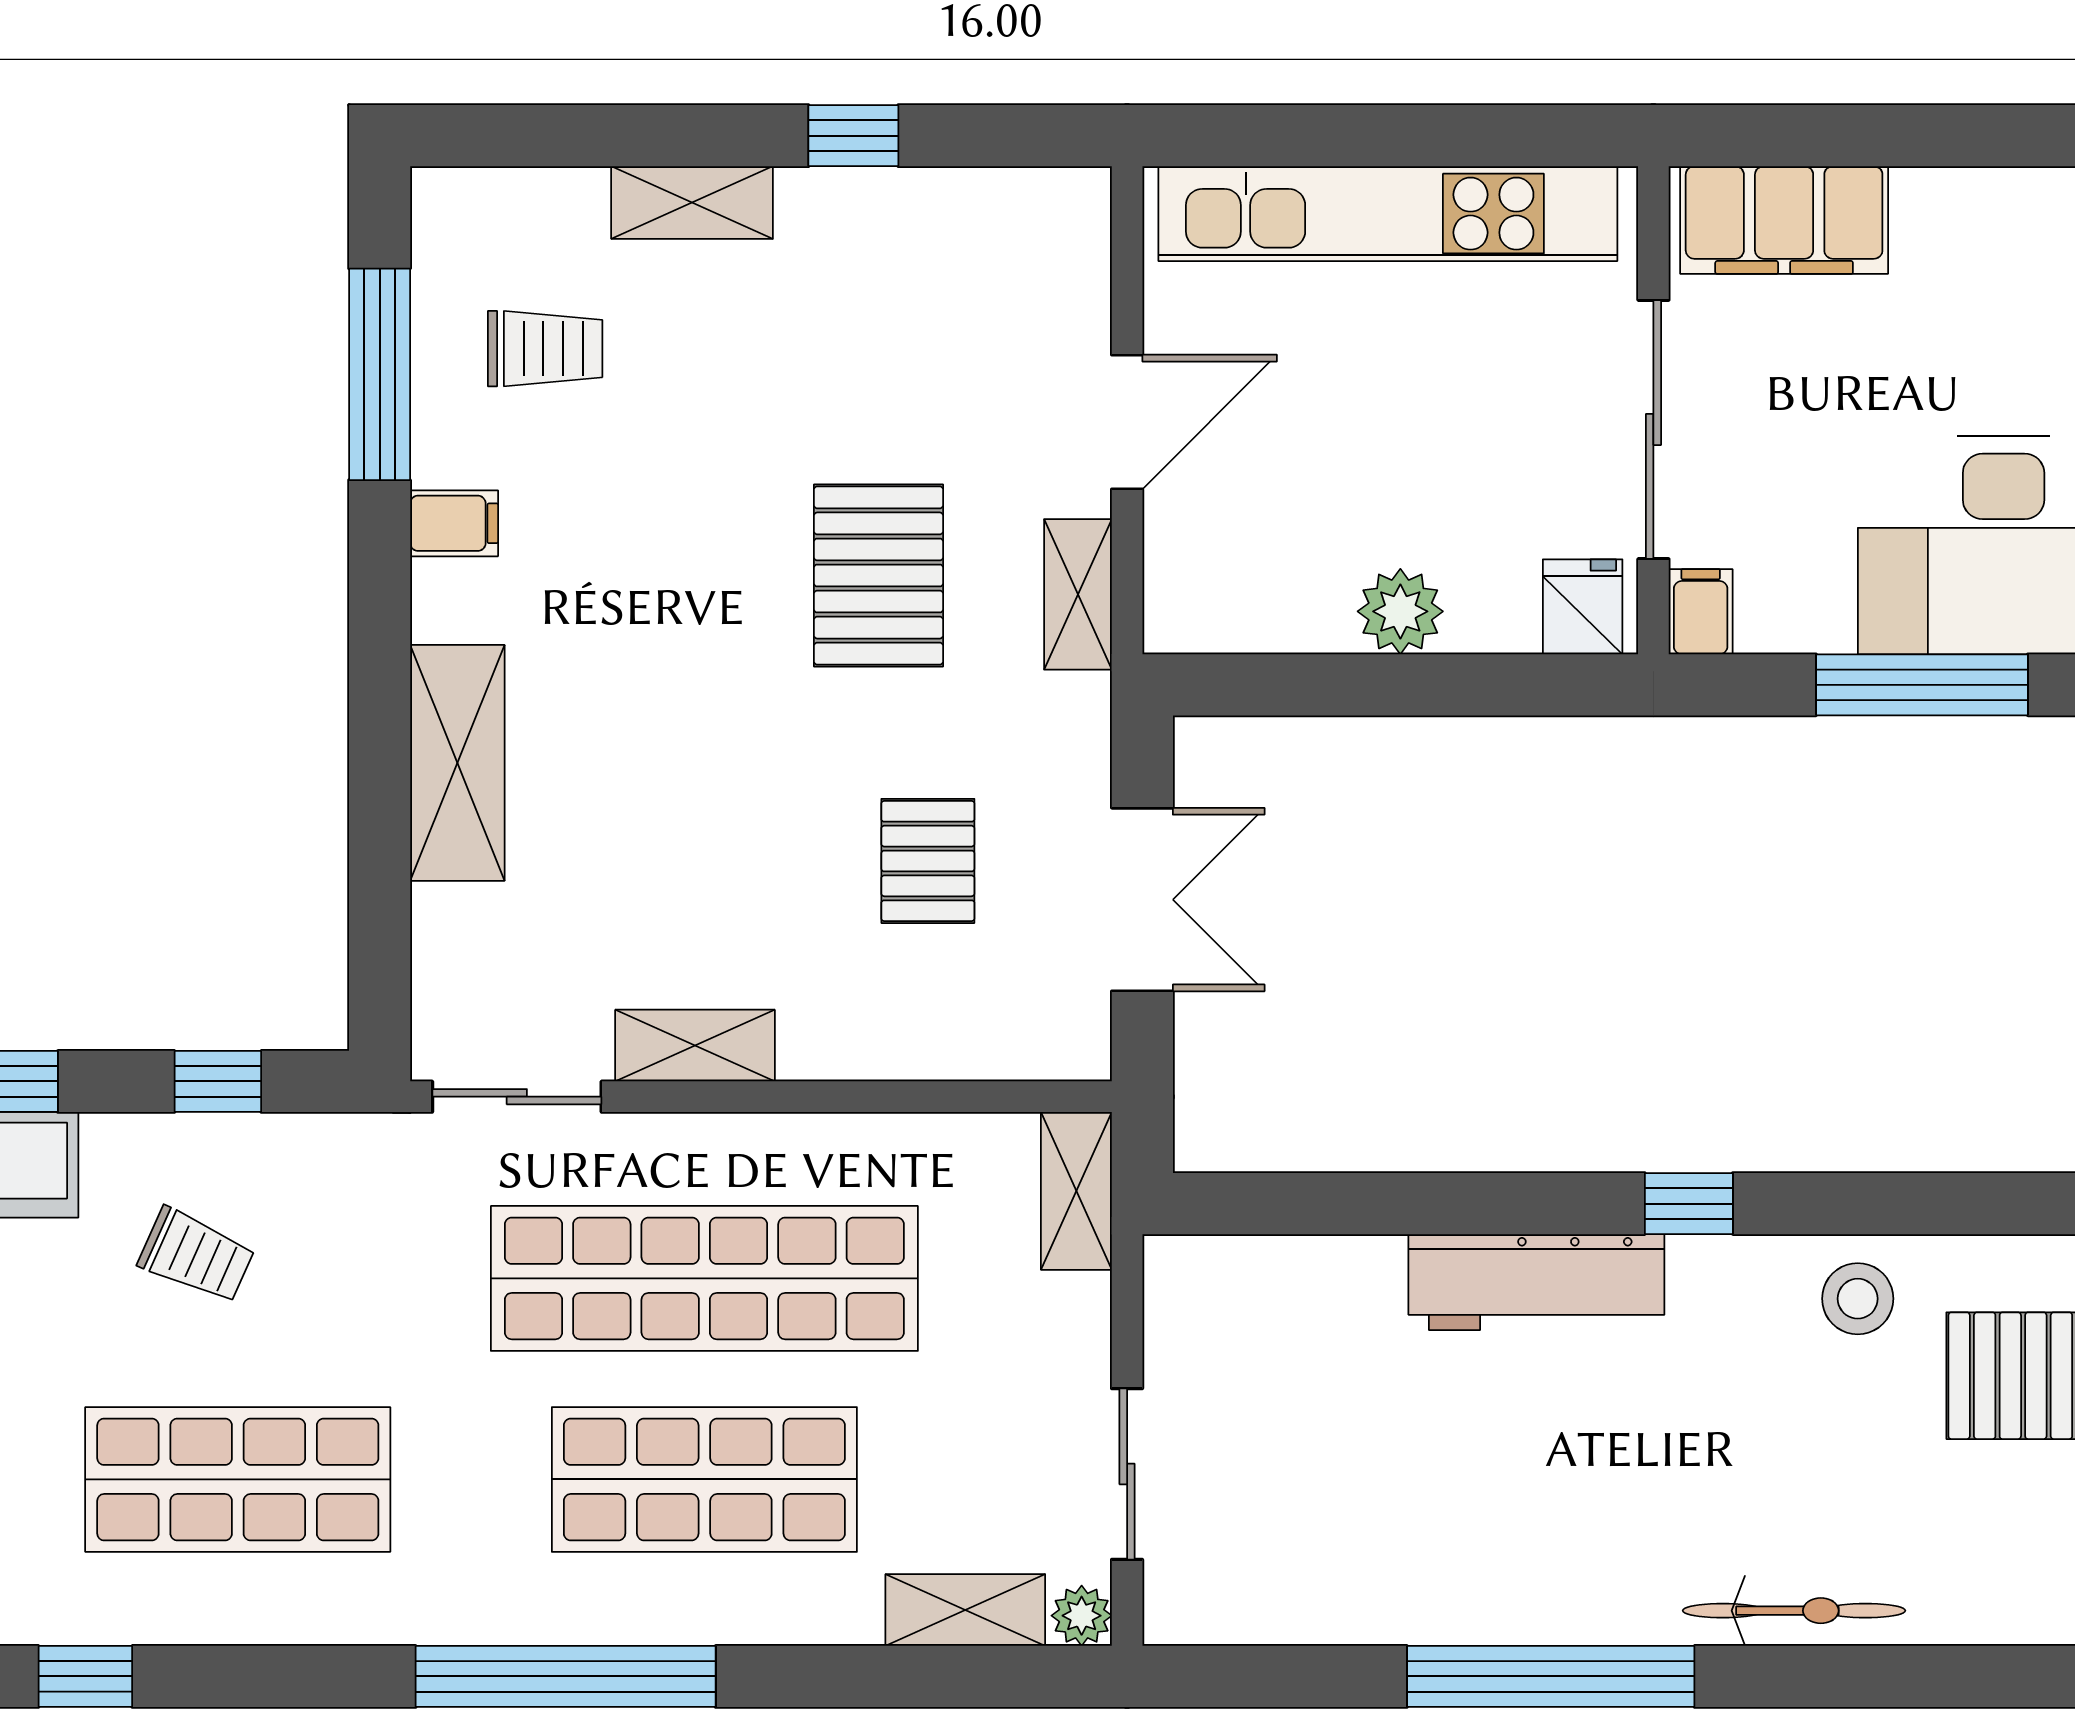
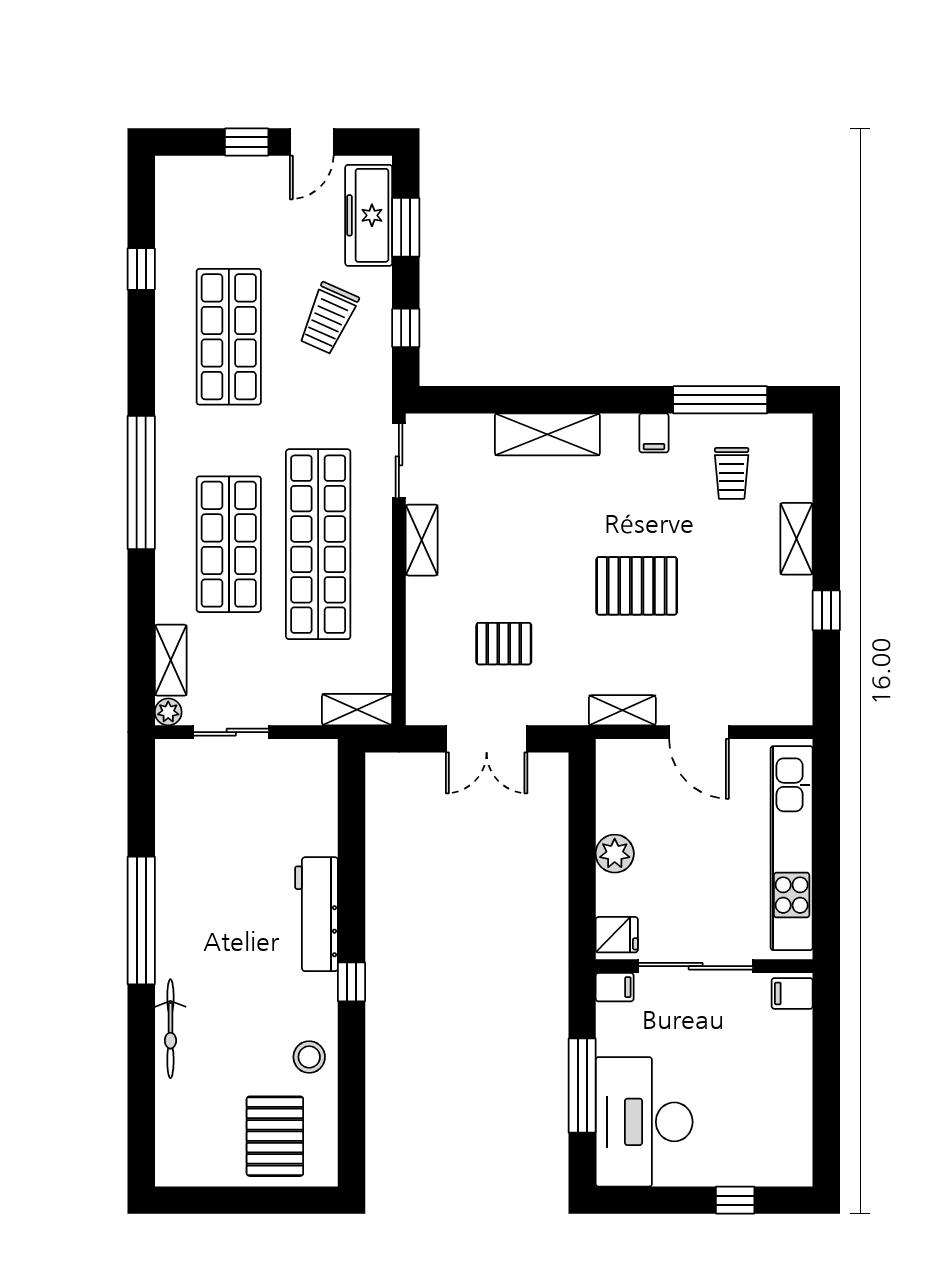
filing cabinet: (1784, 220) -> (792, 993), width x0.33, depth x0.86
pallet: (878, 576) -> (637, 586), moved
trolley: (196, 1255) -> (328, 318), width x1.36, depth x1.39

